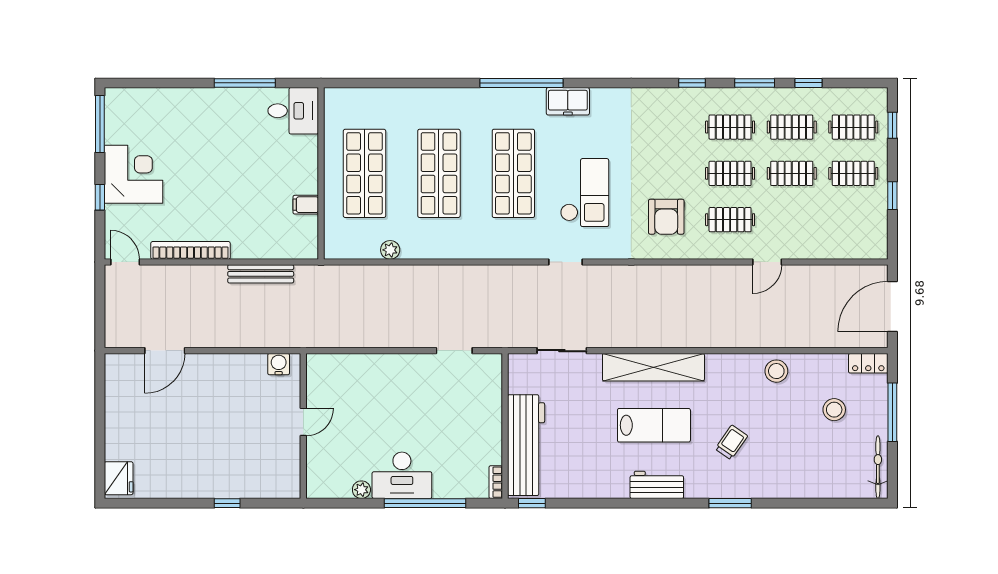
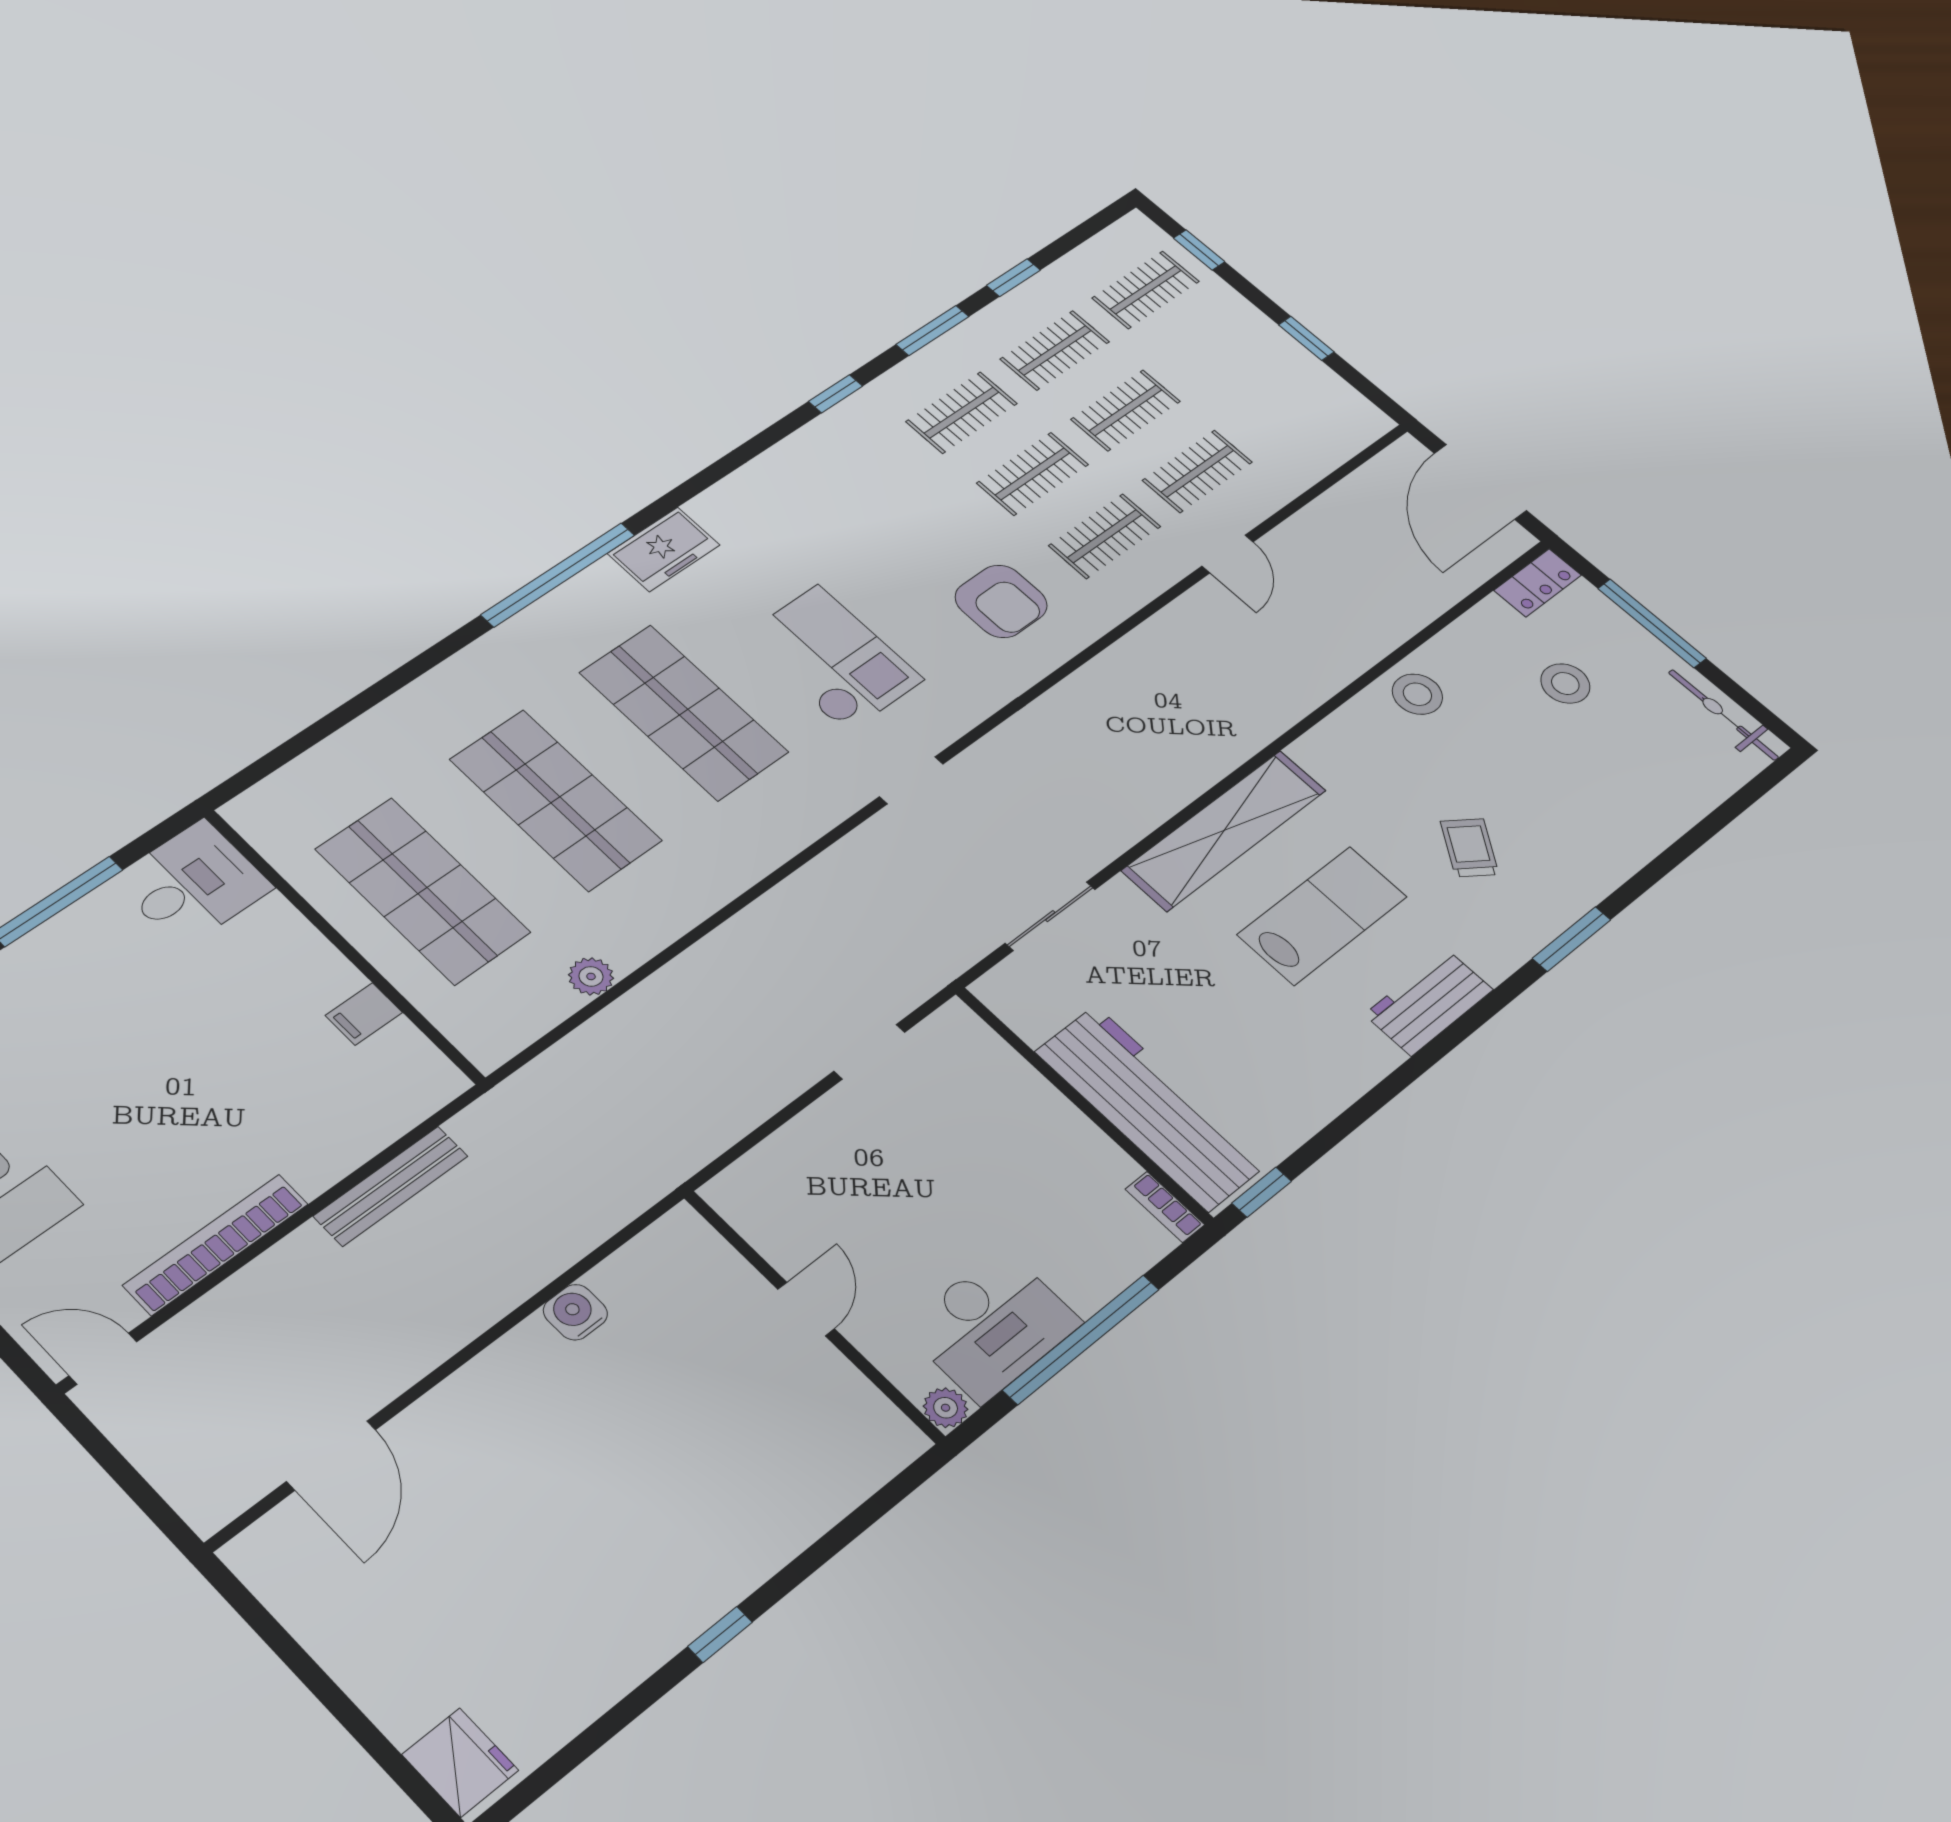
clothes rail: (853, 173) -> (1197, 471), moved
door: (303, 422) -> (806, 1309), moved
wall: (303, 426) -> (813, 1316), moved

